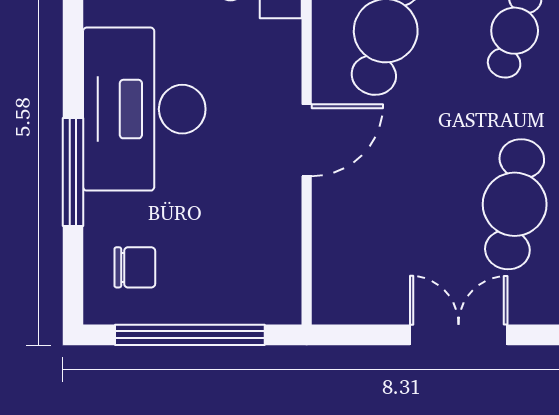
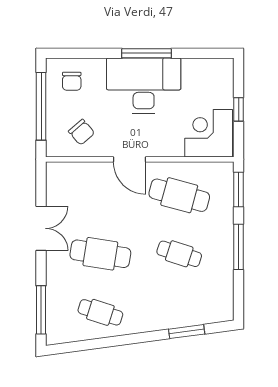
window: (73, 172) -> (146, 53), moved
chair: (247, 246) -> (82, 132), added

